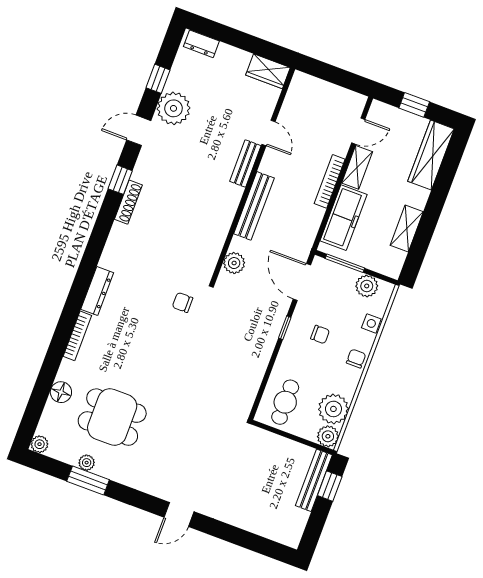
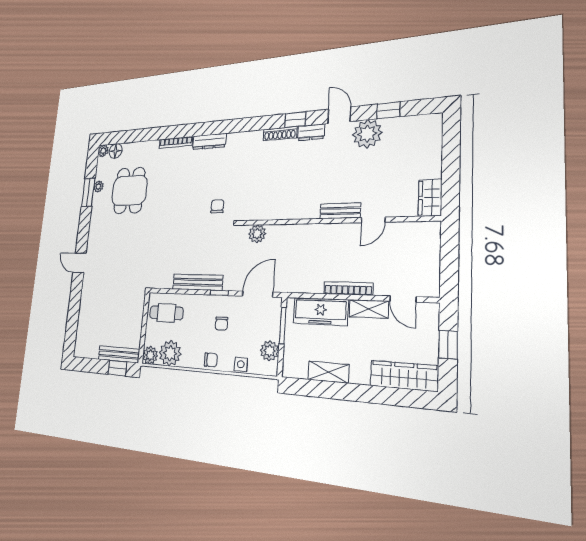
dresser: (201, 44) -> (311, 132), moved, turned -90
bench: (254, 206) -> (198, 282), moved
floor lamp: (61, 392) -> (116, 151), moved

